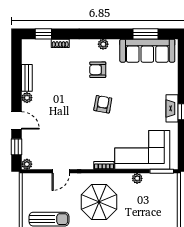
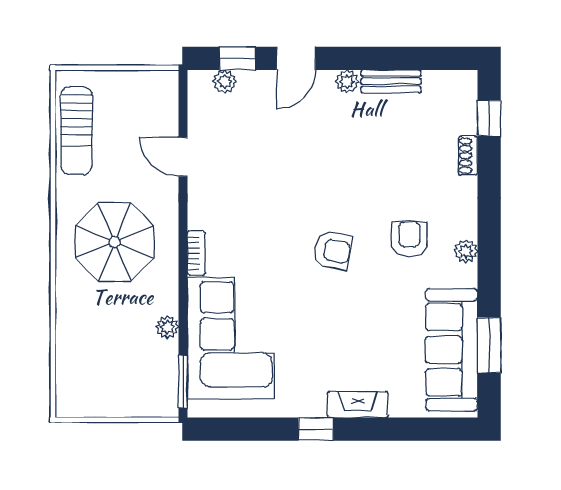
fireplace: (172, 108) -> (358, 405), moved
plant: (27, 164) -> (225, 81), moved

